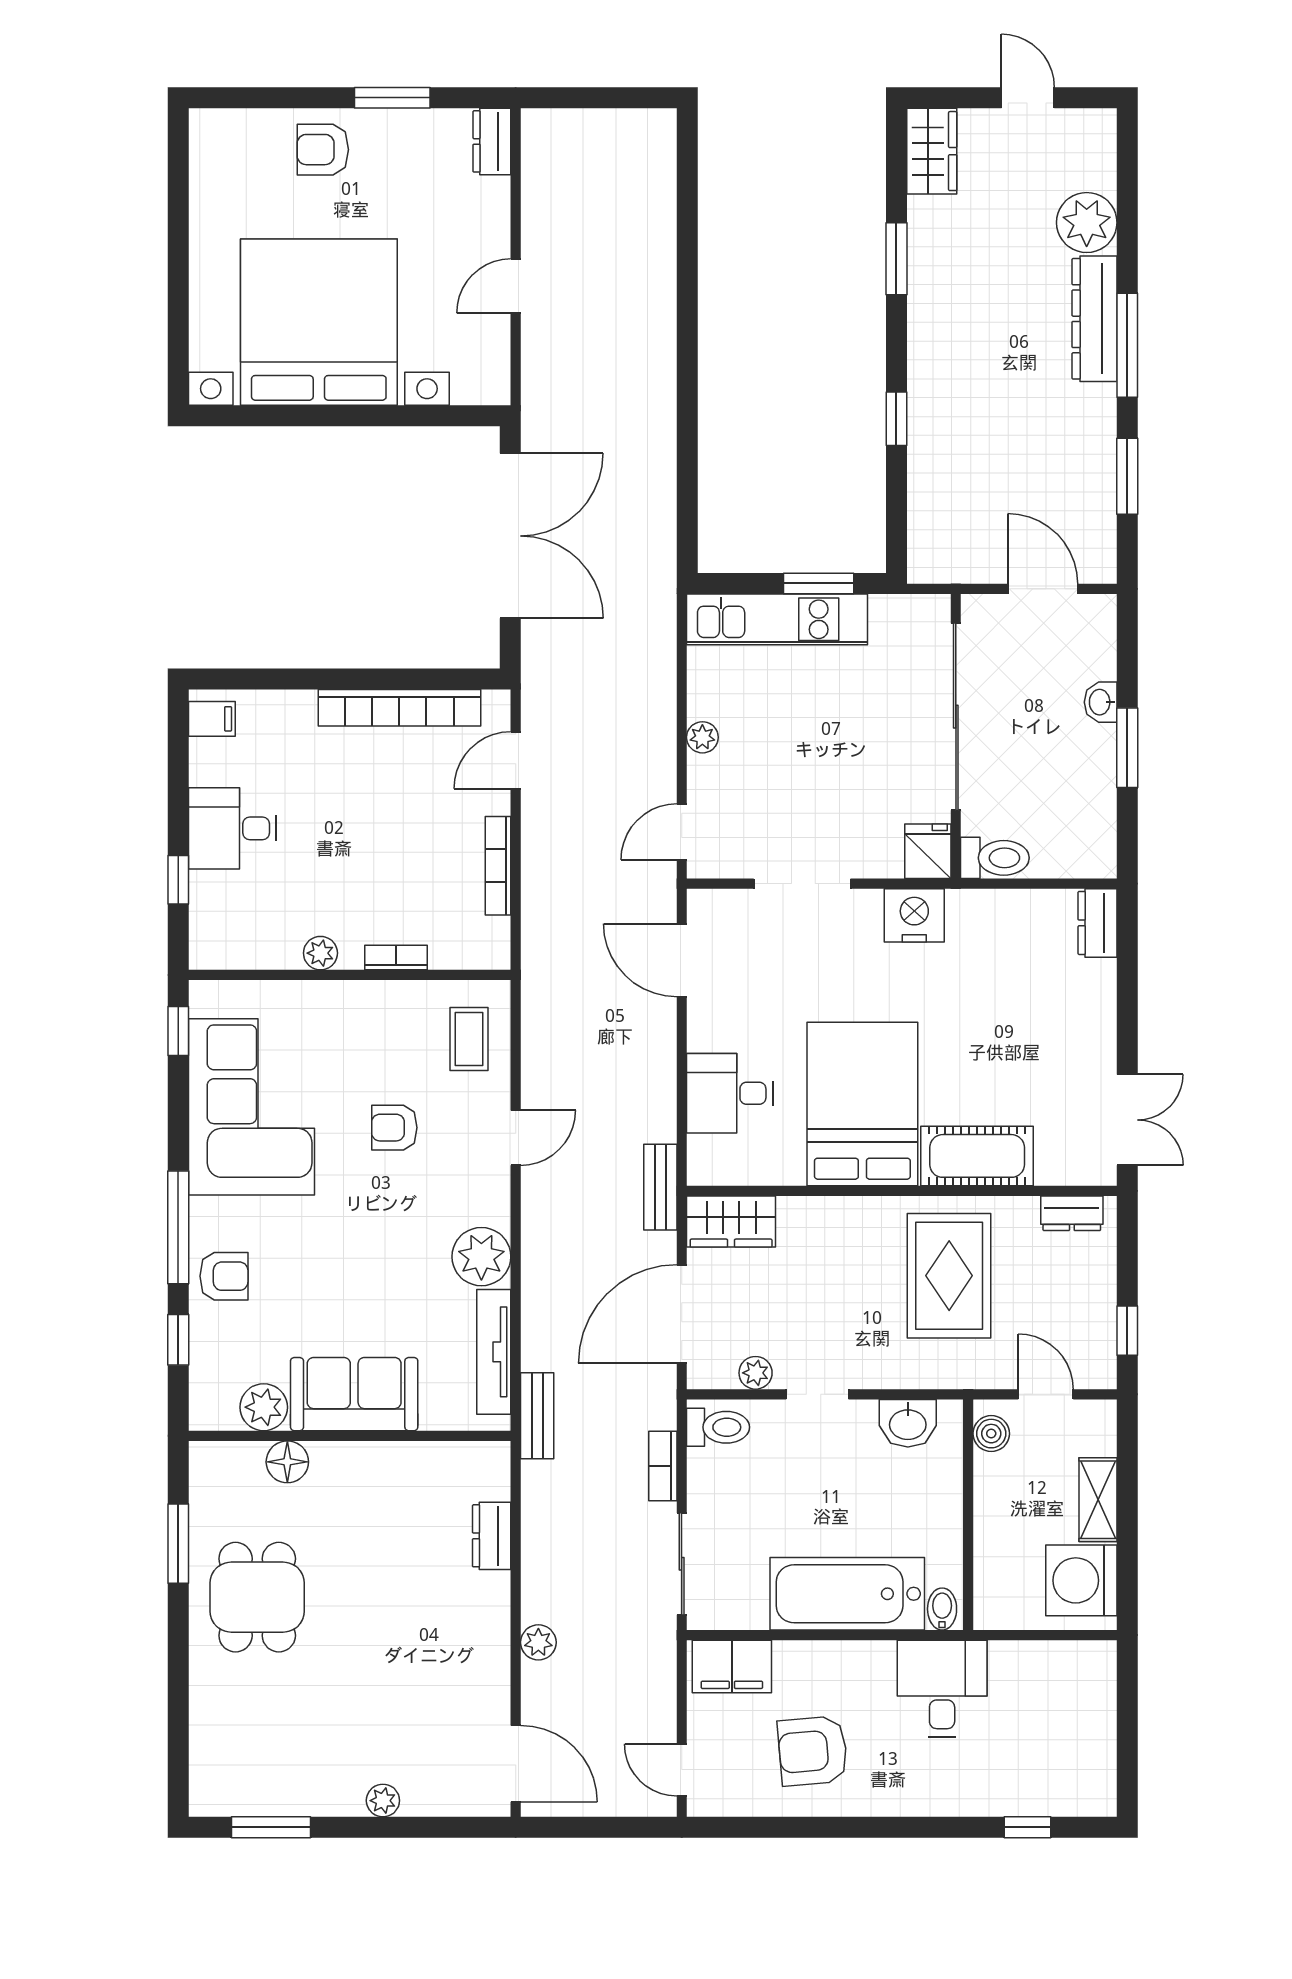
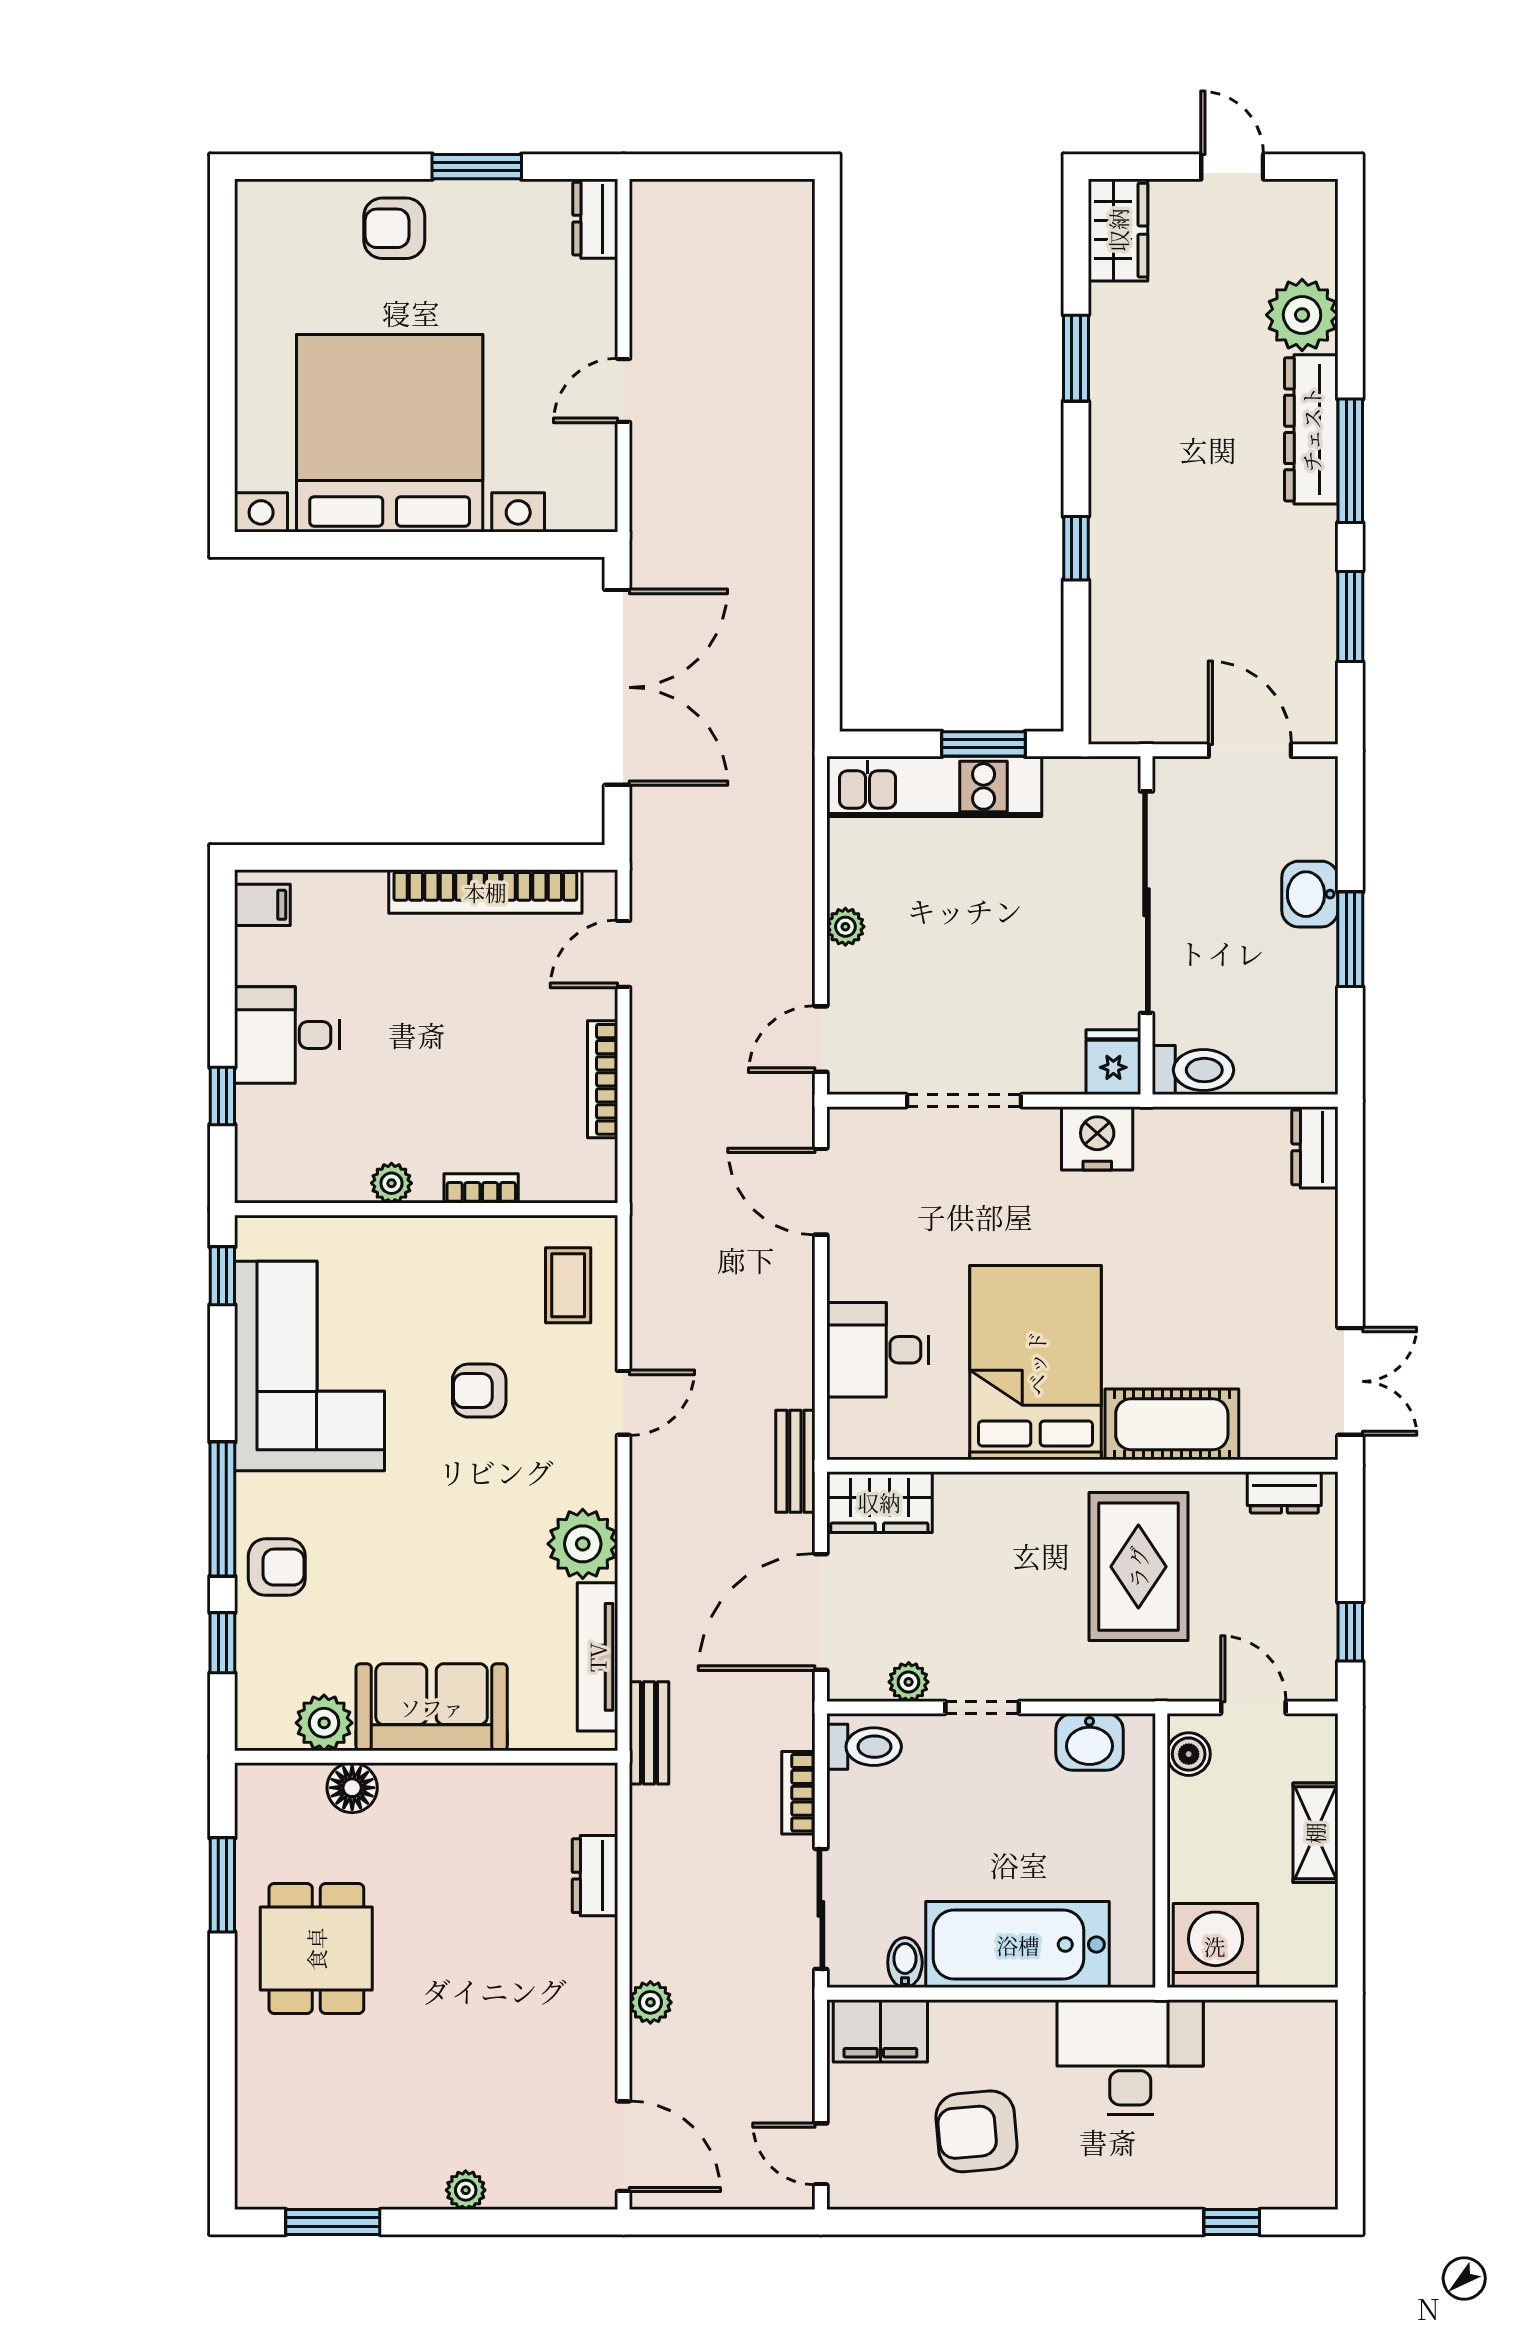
washbasin: (1101, 702) -> (1310, 894), width x1.38, depth x1.45
washing machine: (1081, 1580) -> (1215, 1946), moved, turned 90
bidet: (942, 1609) -> (905, 1963), moved
desk: (942, 1688) -> (1130, 2057), width x1.37

